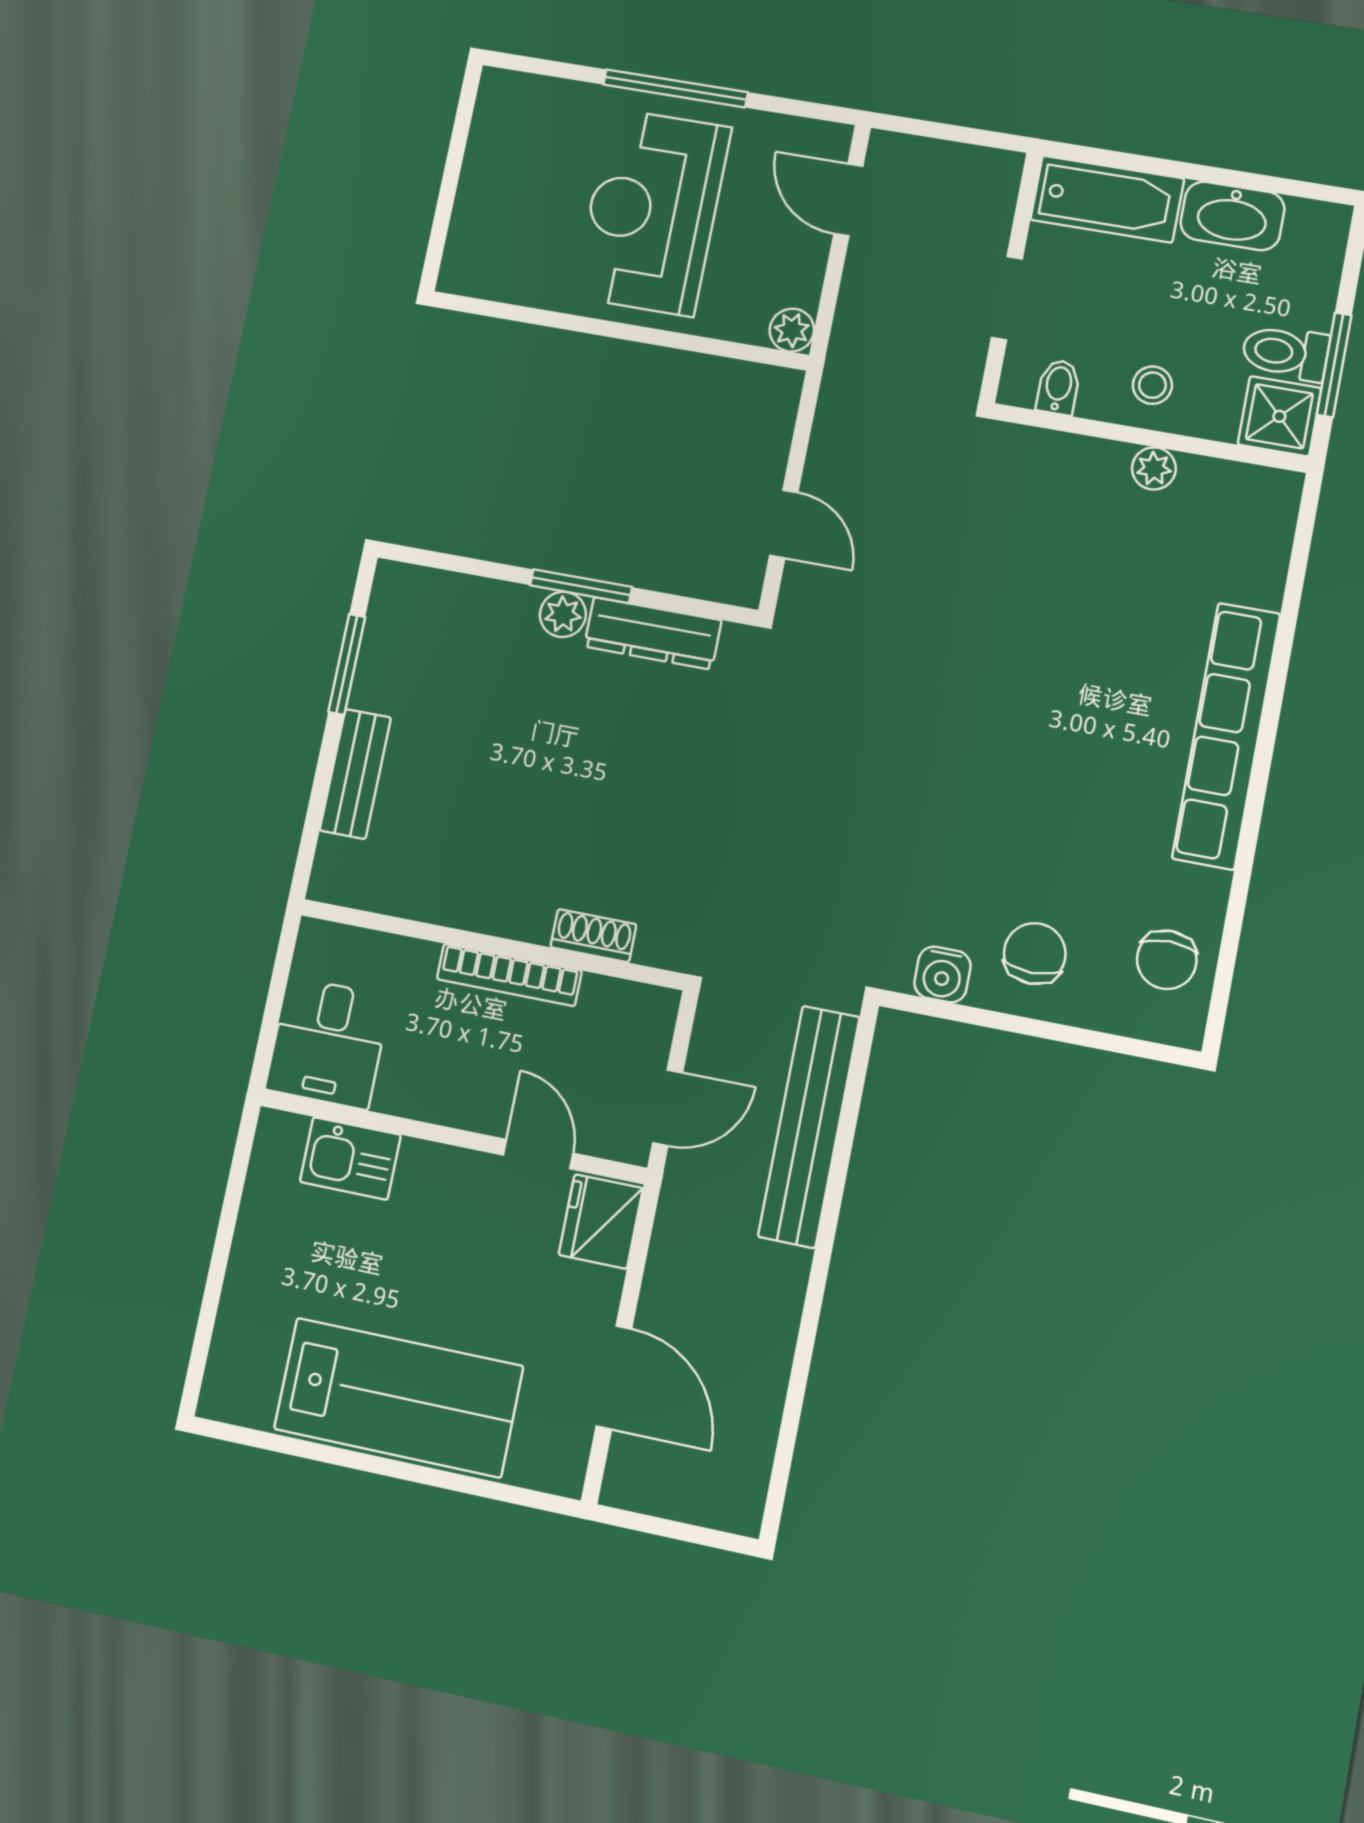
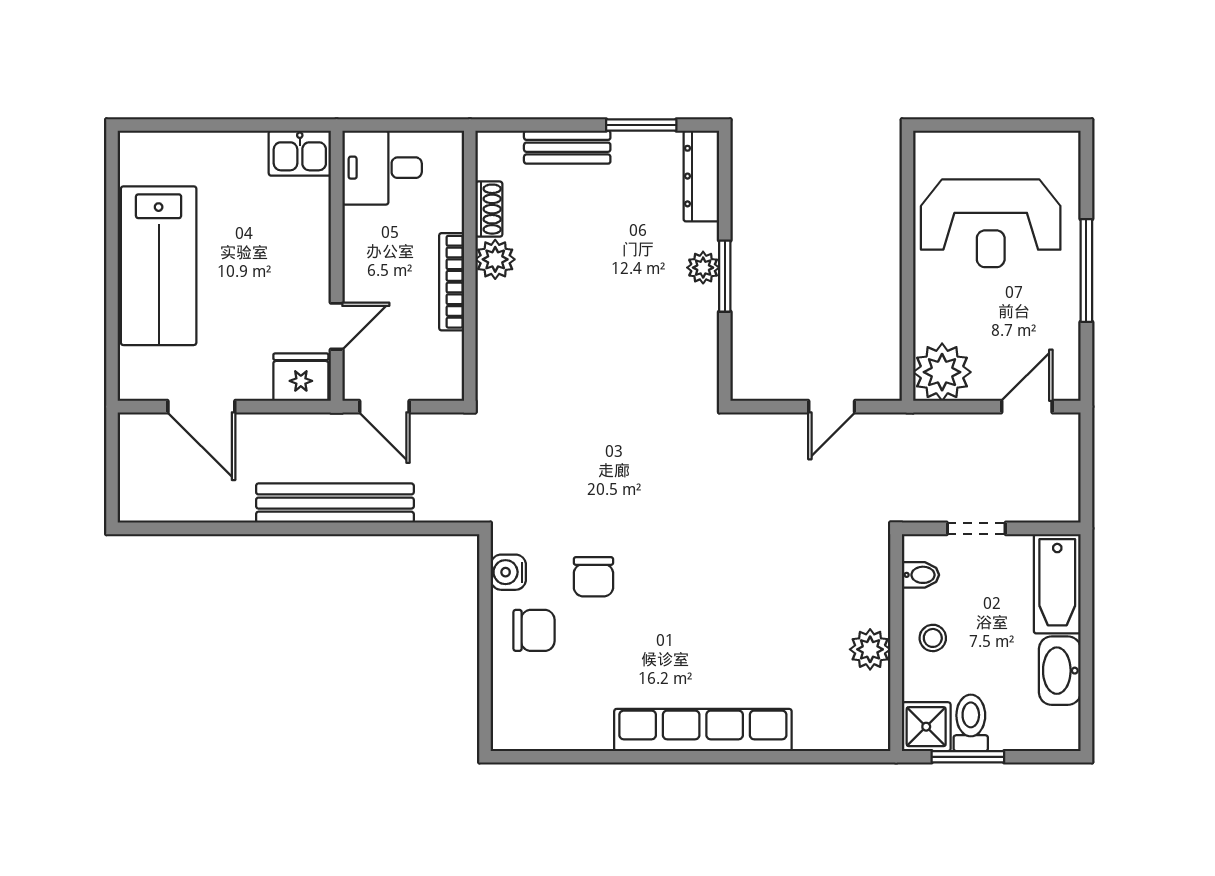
reception desk: (652, 212) -> (991, 223), moved, turned 180
plant: (792, 330) -> (942, 372), width x1.87, depth x1.87
plant: (1154, 468) -> (870, 649), width x1.38, depth x1.38
door: (784, 524) -> (832, 407), moved
dresser: (653, 633) -> (701, 176), moved
plant: (491, 906) -> (495, 259), added
shoe rack: (593, 936) -> (489, 209), moved
chair: (1167, 960) -> (593, 577), moved, turned -90
bench: (809, 1127) -> (335, 503), moved
kitchen sink: (350, 1158) -> (300, 153), moved, turned -90
door: (614, 1377) -> (201, 407), hinge flipped

